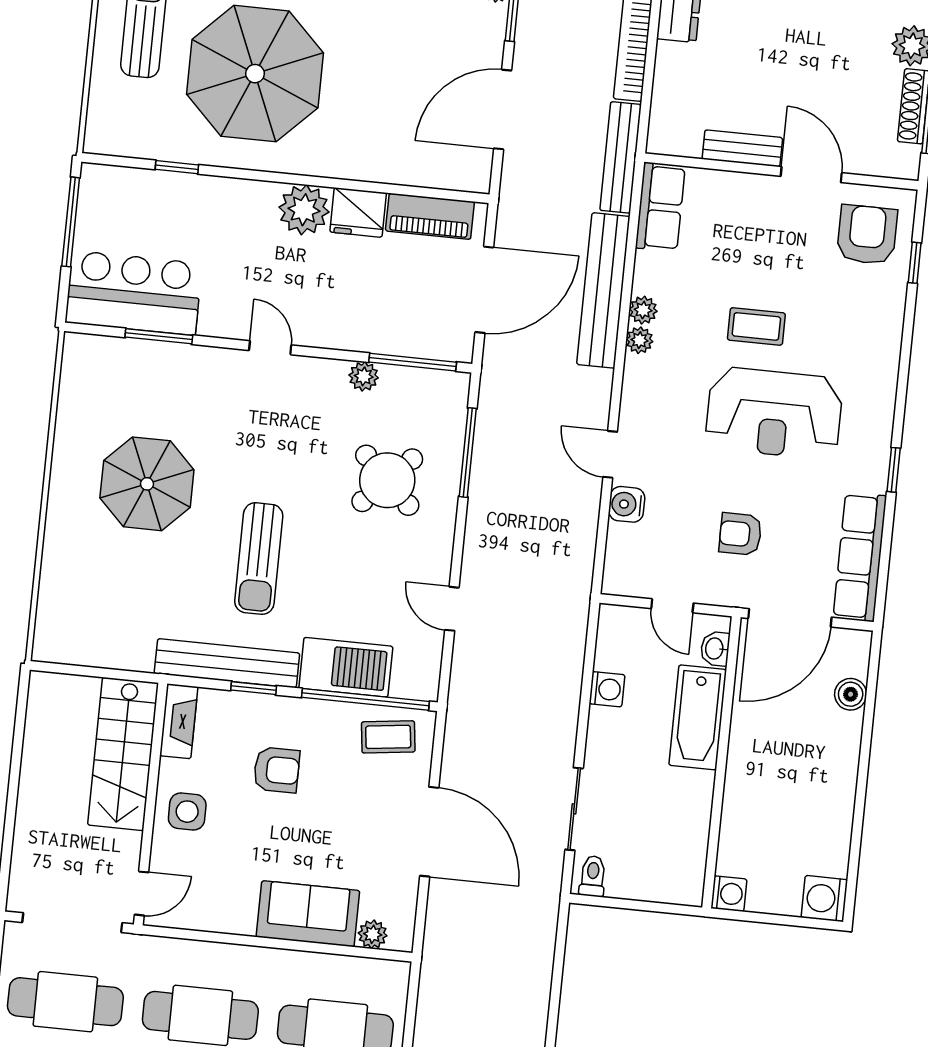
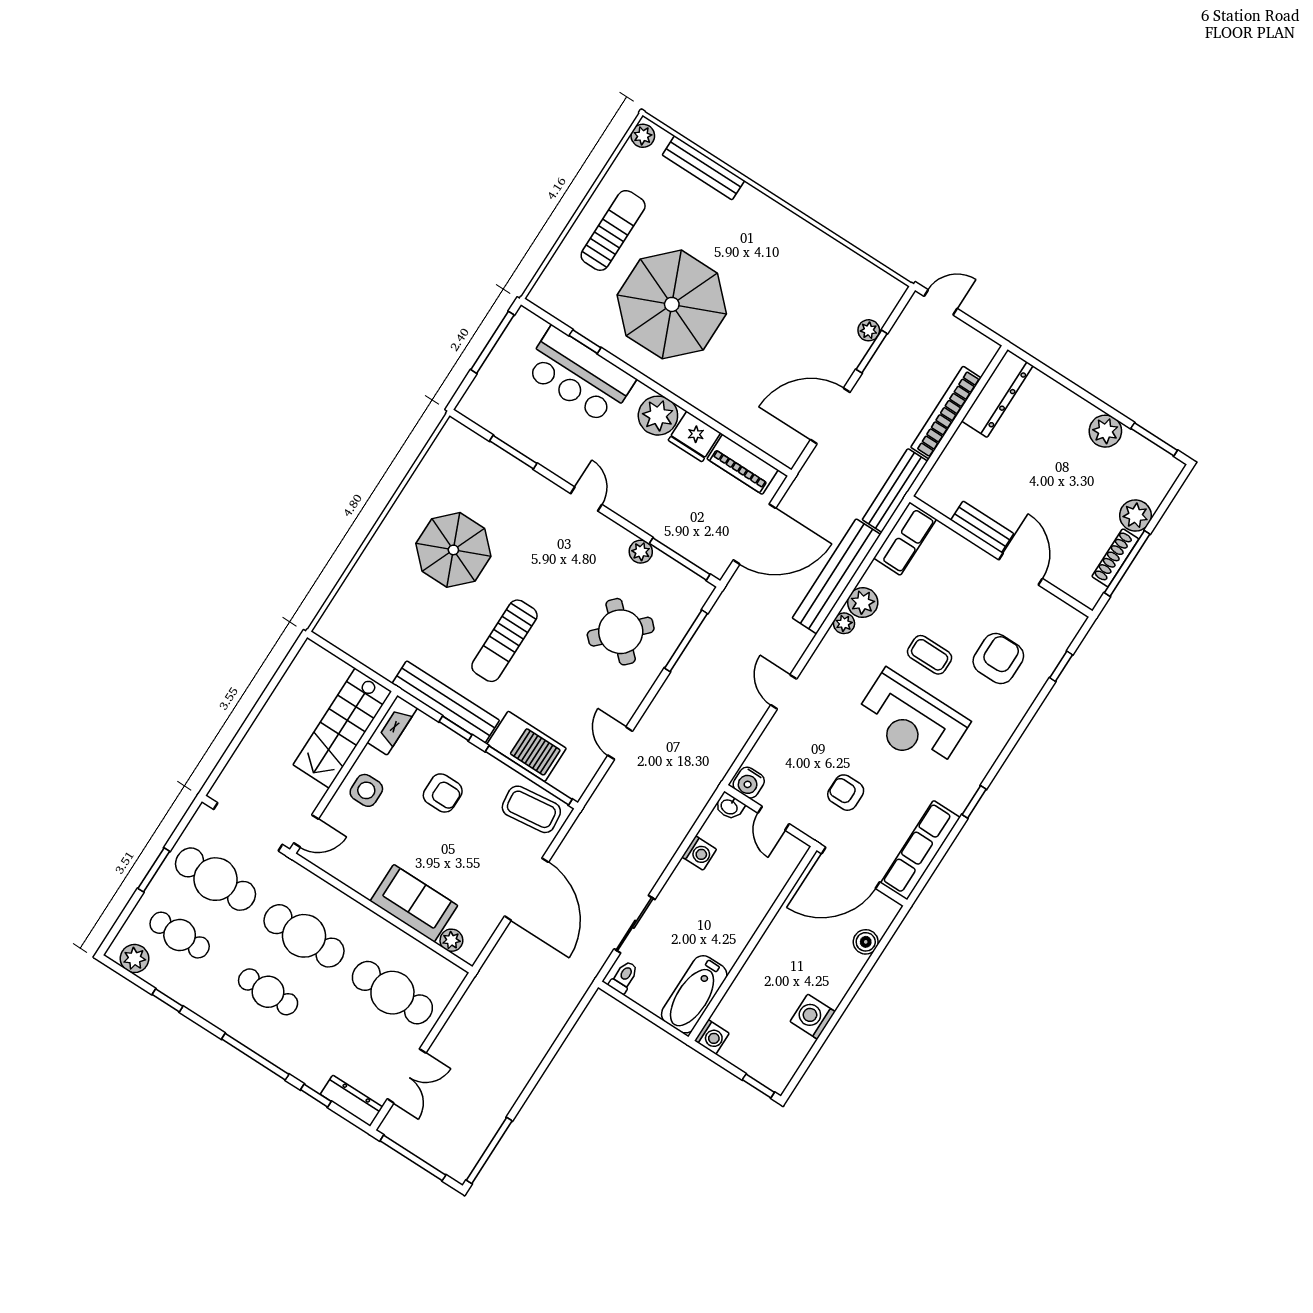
armchair: (867, 235) -> (998, 659), moved
bar counter: (134, 293) -> (579, 375), moved, turned 180
plant: (643, 310) -> (863, 603), width x1.38, depth x1.38
water cooler: (627, 504) -> (749, 783), moved, turned -90
washbasin: (715, 649) -> (729, 806), moved, turned -90
bathtub: (698, 717) -> (694, 994), moved
coffee table: (388, 737) -> (531, 809), width x1.36, depth x1.30
washing machine: (824, 899) -> (813, 1017), moved
window: (811, 923) -> (758, 1086), added

